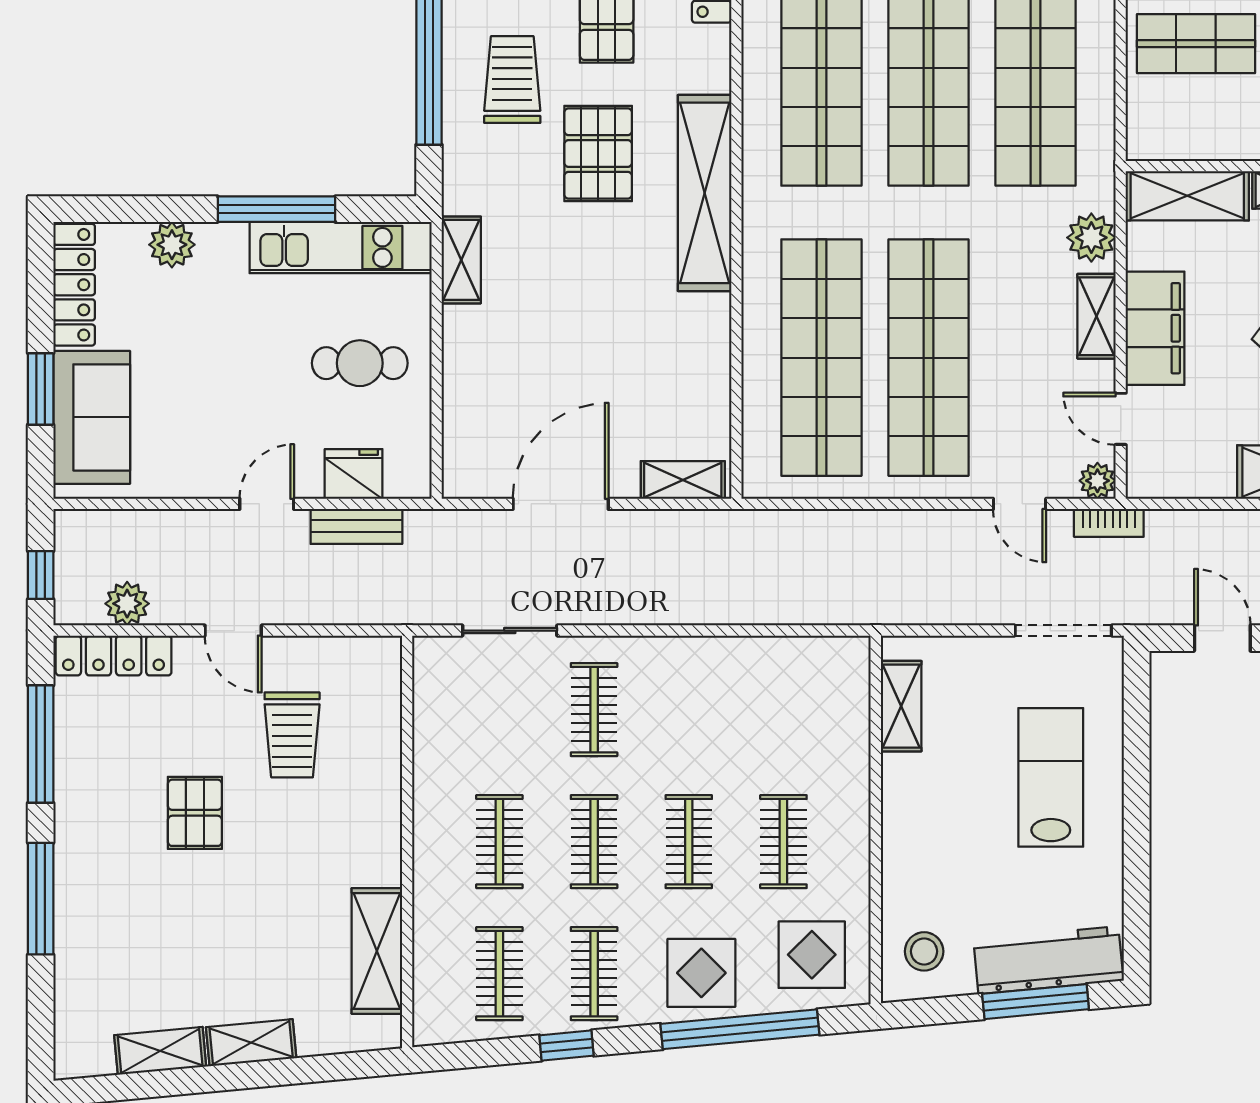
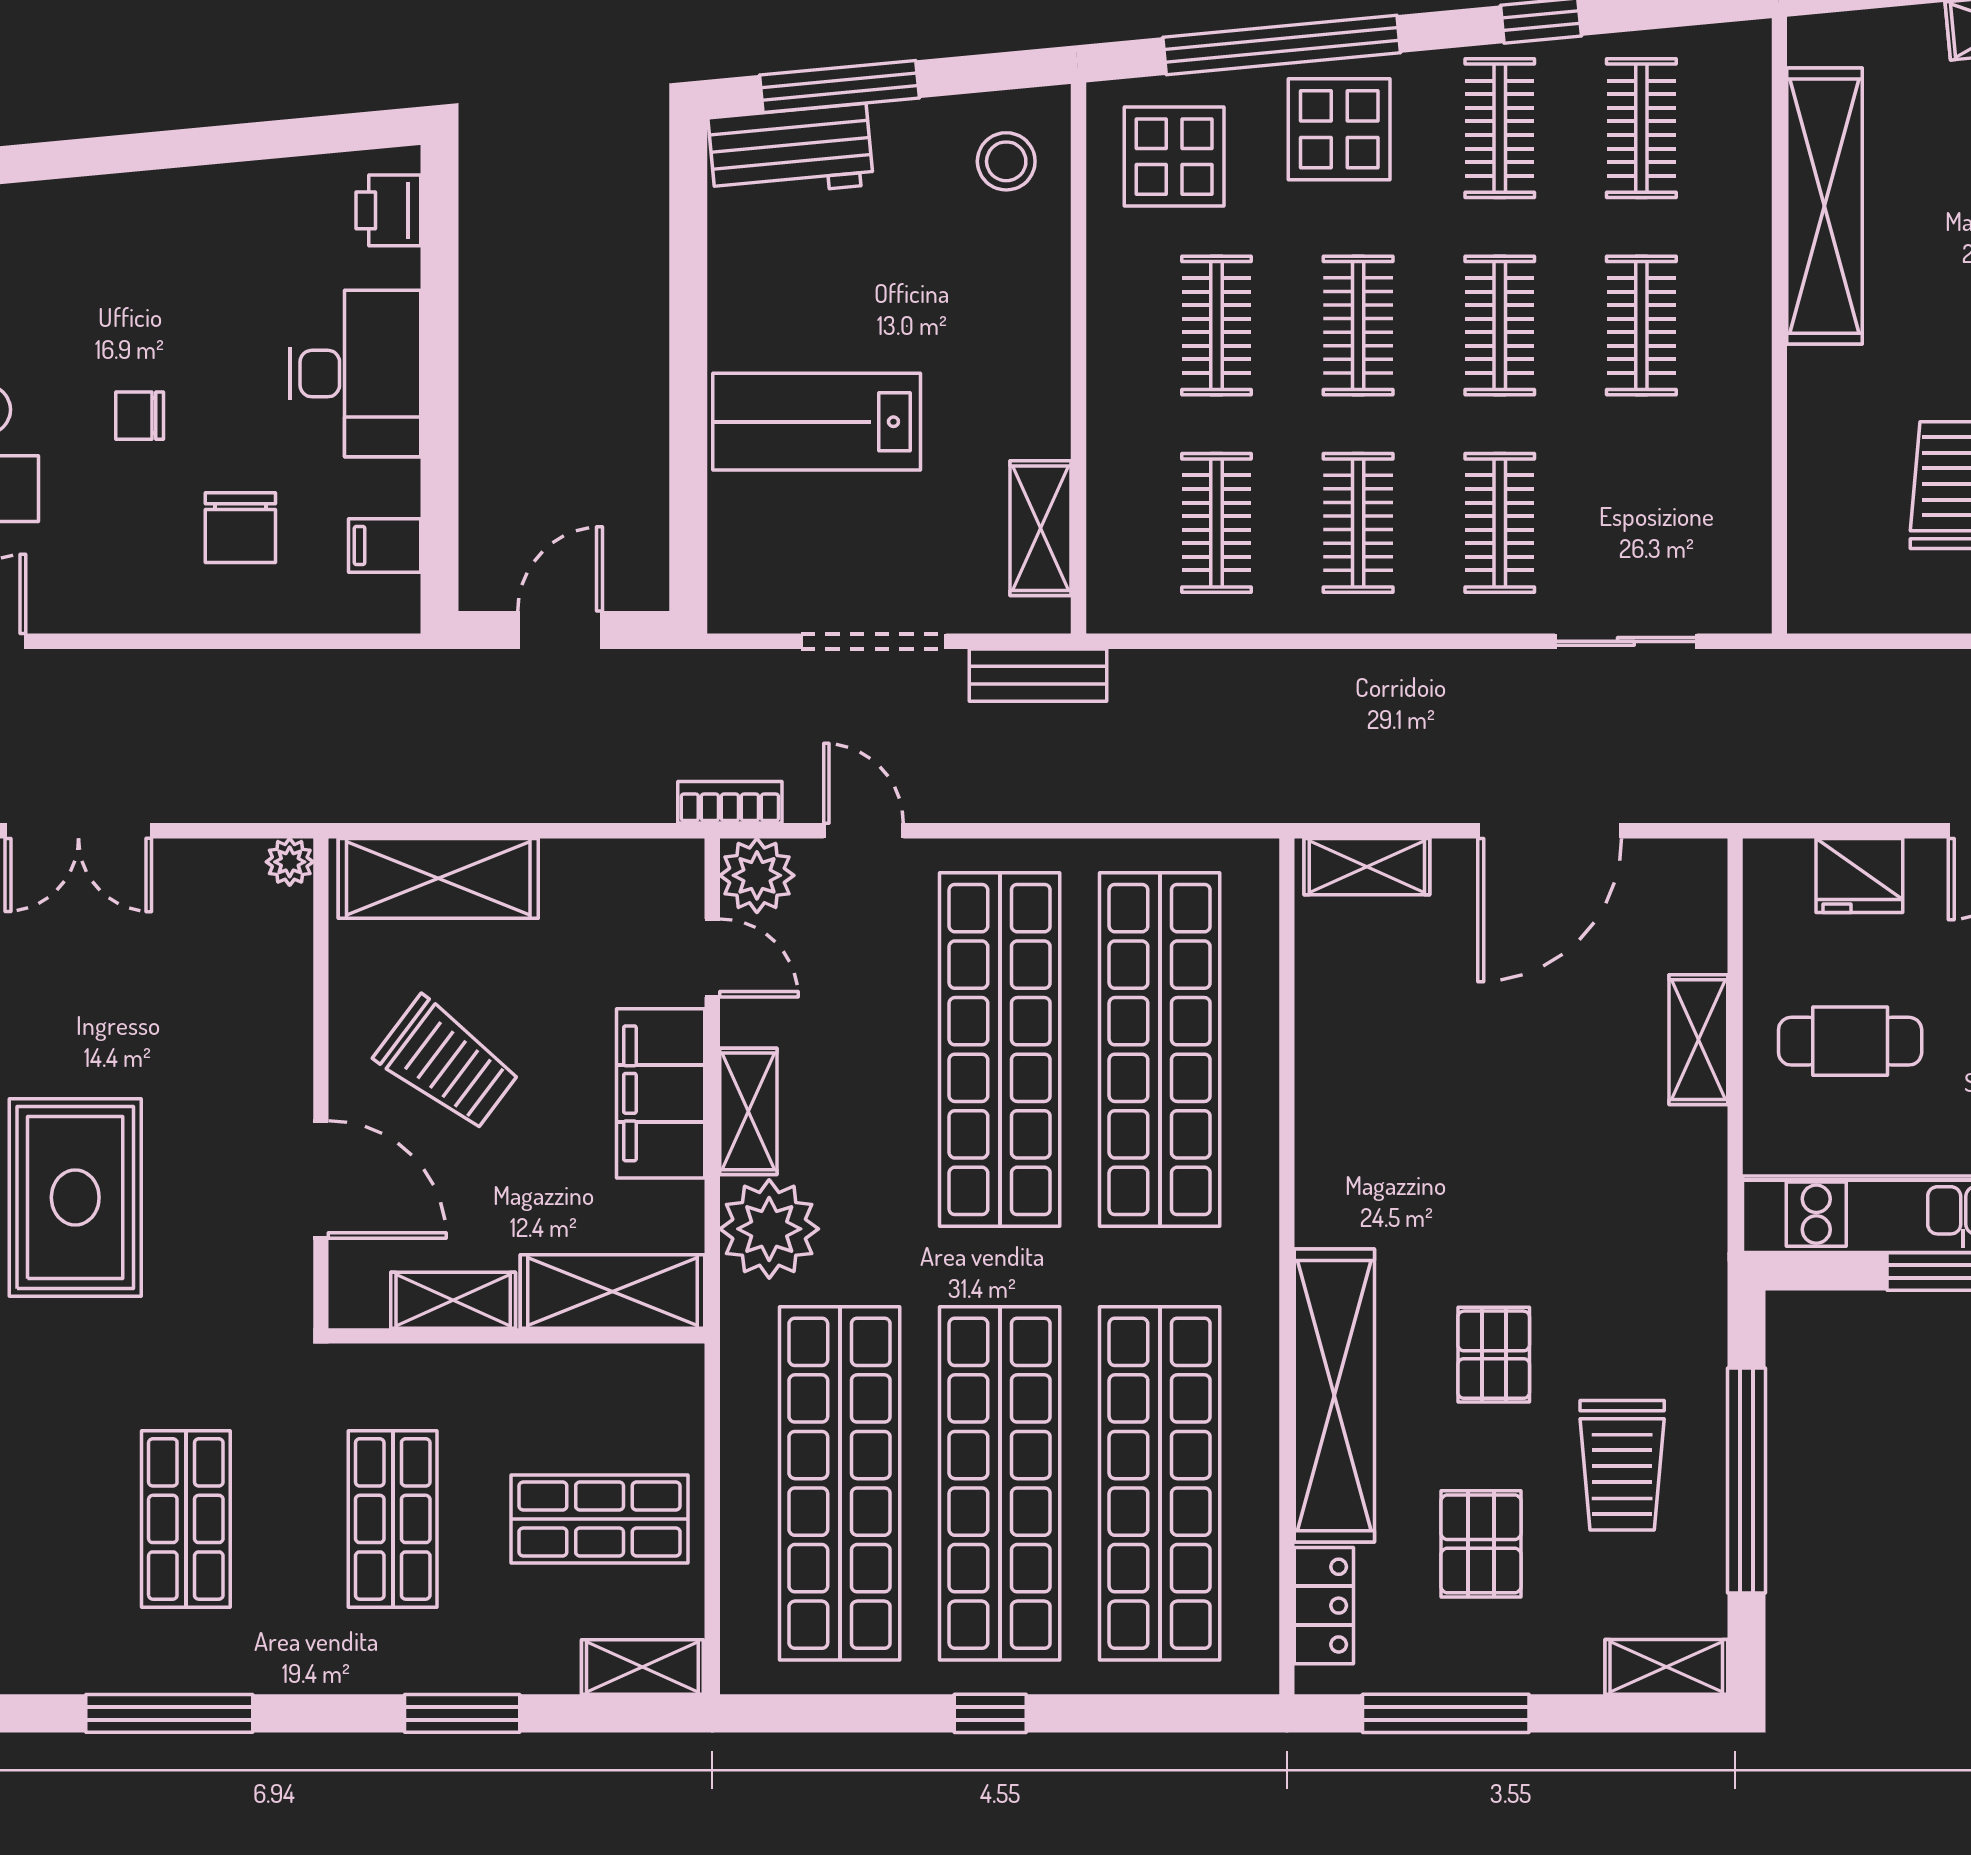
pallet: (598, 153) -> (1494, 1355), width x0.67, depth x0.71
shelving: (705, 193) -> (1334, 1396), moved
plant: (1091, 238) -> (769, 1229), width x1.36, depth x1.36
shelving: (461, 260) -> (1698, 1040), moved
plant: (1097, 481) -> (757, 875), width x1.38, depth x1.38
bench: (356, 526) -> (1038, 675), moved
doorway: (1063, 631) -> (873, 641), moved
door: (1222, 638) -> (560, 630), swing flipped
clothes rail: (689, 710) -> (1358, 523), added
clothes rail: (783, 710) -> (1216, 523), added
lab bench: (1051, 777) -> (817, 422), turned 90
shelving: (377, 951) -> (1825, 206), width x1.47
workbench: (1048, 960) -> (791, 151), width x0.73

